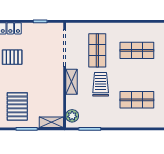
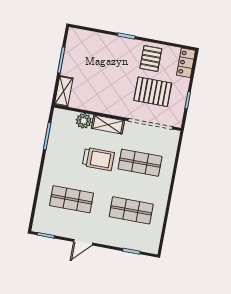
shop shelf: (137, 50) -> (131, 210), turned 90
shop shelf: (137, 100) -> (72, 199), turned 90
pallet: (17, 106) -> (153, 92), moved
plant: (72, 116) -> (84, 121), moved

